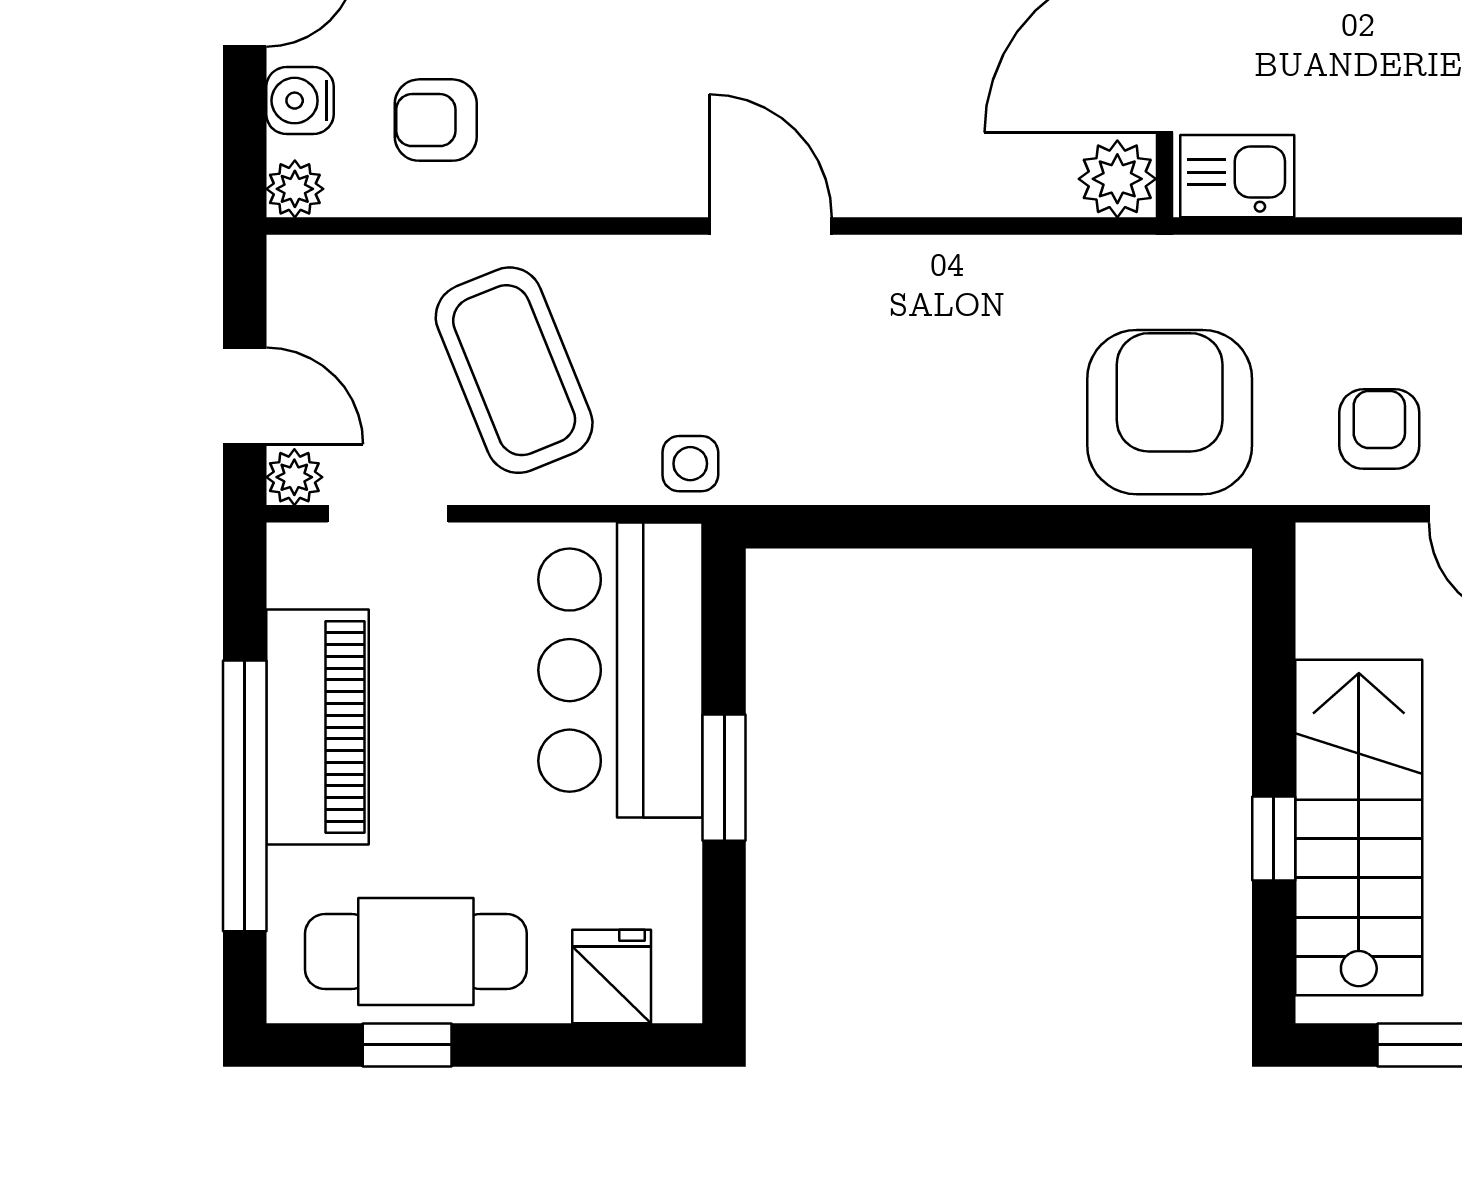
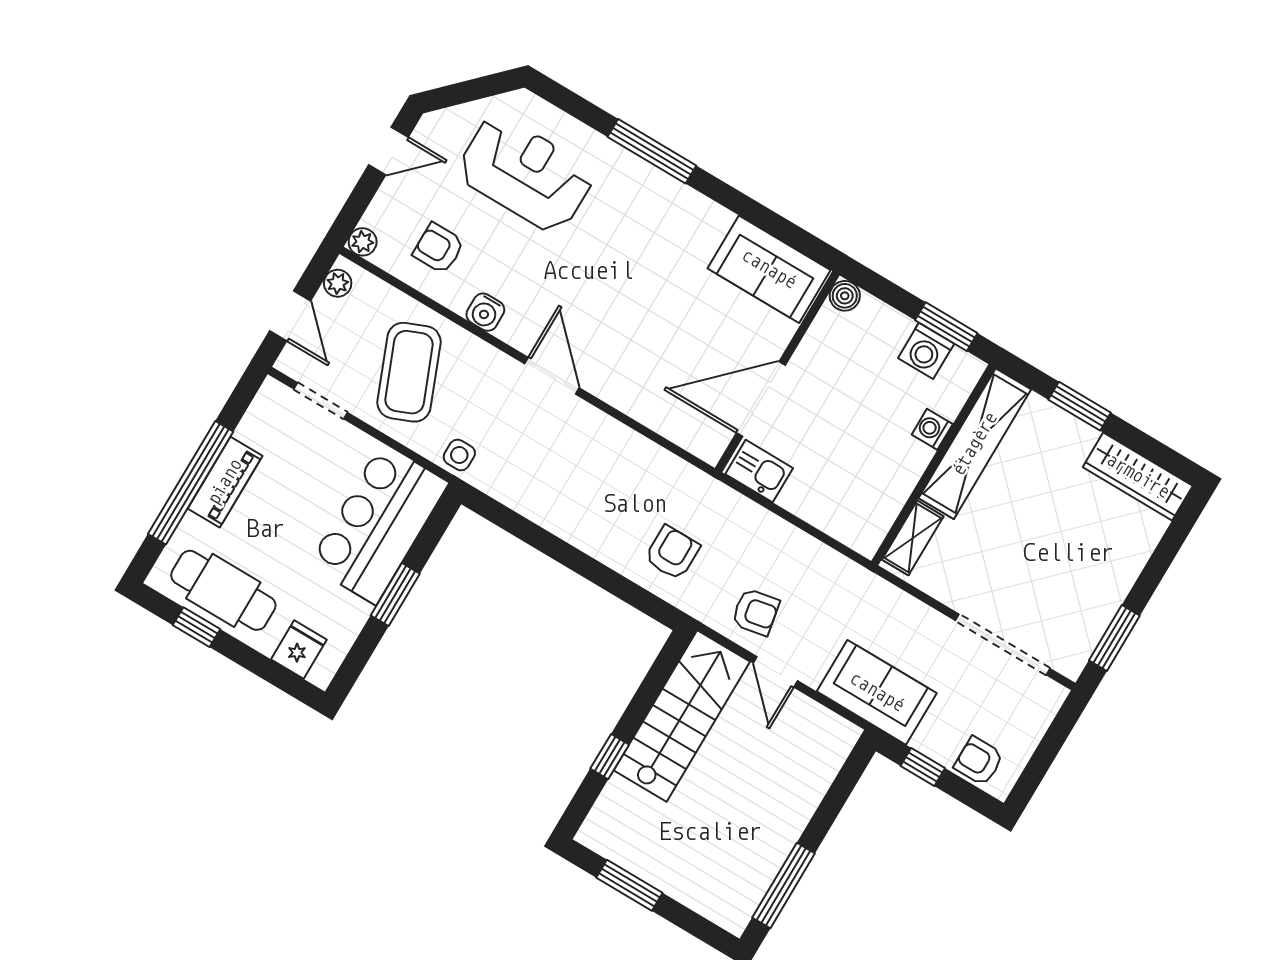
water cooler: (300, 101) -> (485, 312), moved, turned -90
plant: (1117, 179) -> (708, 442), removed
armchair: (1170, 412) -> (672, 553), width x0.53, depth x0.53
armchair: (1379, 429) -> (755, 612), turned 79
plant: (294, 477) -> (338, 283), moved
piano: (317, 727) -> (225, 482), width x0.73, depth x0.75
stairs: (1359, 828) -> (682, 716), moved

